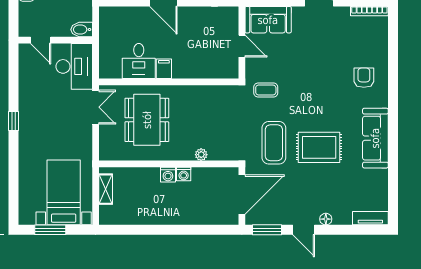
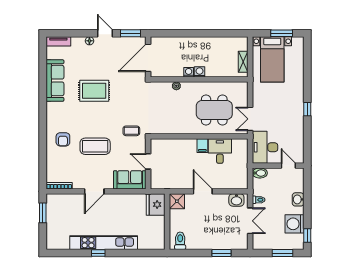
dining table: (147, 120) -> (214, 110), turned 90
sofa: (375, 138) -> (55, 81), moved
coffee table: (274, 143) -> (95, 146), moved, turned 90

